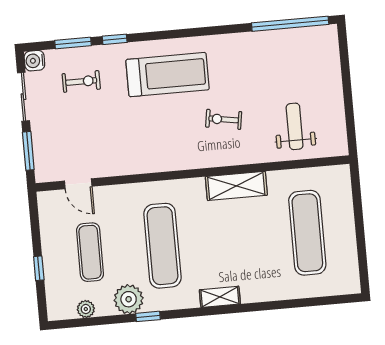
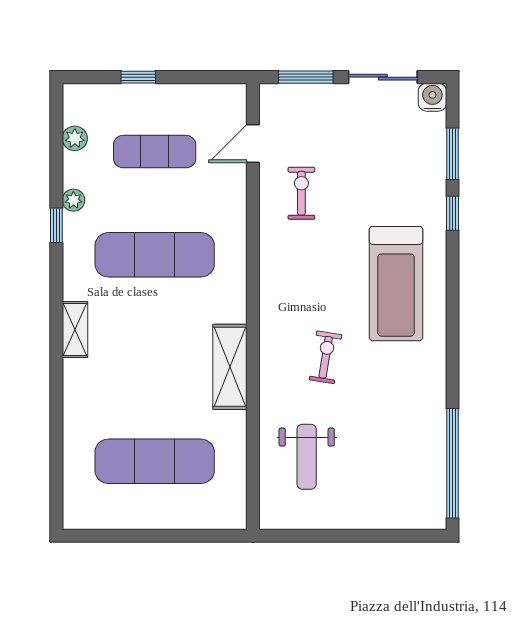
exercise bike: (81, 81) -> (301, 193), moved, turned 180
weight bench: (295, 126) -> (307, 457), turned 90
plant: (129, 299) -> (73, 200), width x0.53, depth x0.53

